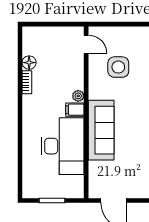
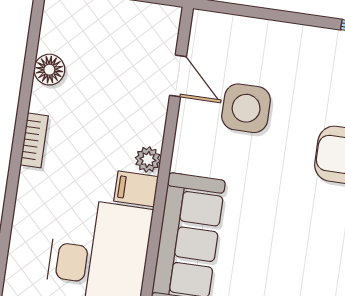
door: (86, 44) -> (178, 76), moved
bookcase: (27, 82) -> (34, 140), moved

